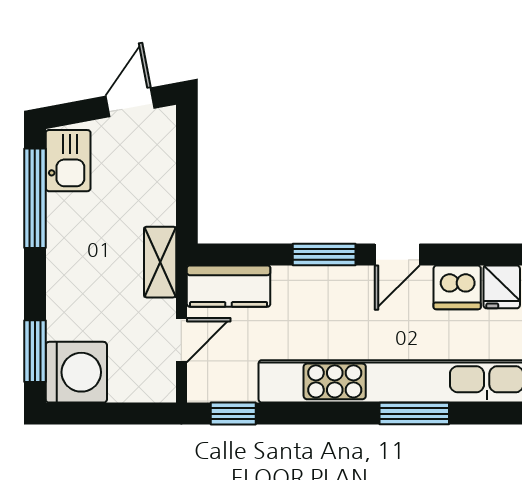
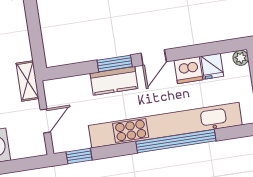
kitchen counter: (229, 286) -> (114, 81), moved
window: (414, 414) -> (176, 141), width x2.11

